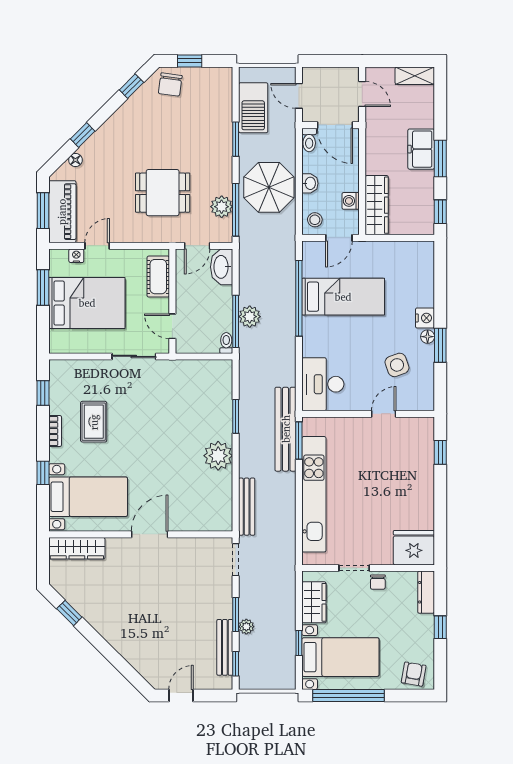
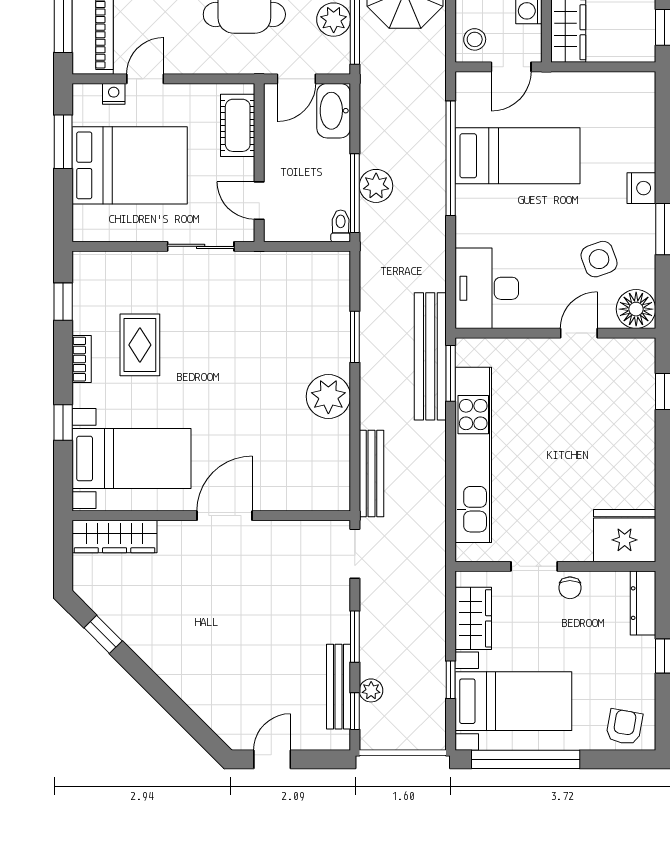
floor lamp: (428, 337) -> (636, 309), moved, width x1.89, depth x1.89
plant: (246, 627) -> (371, 690), moved

